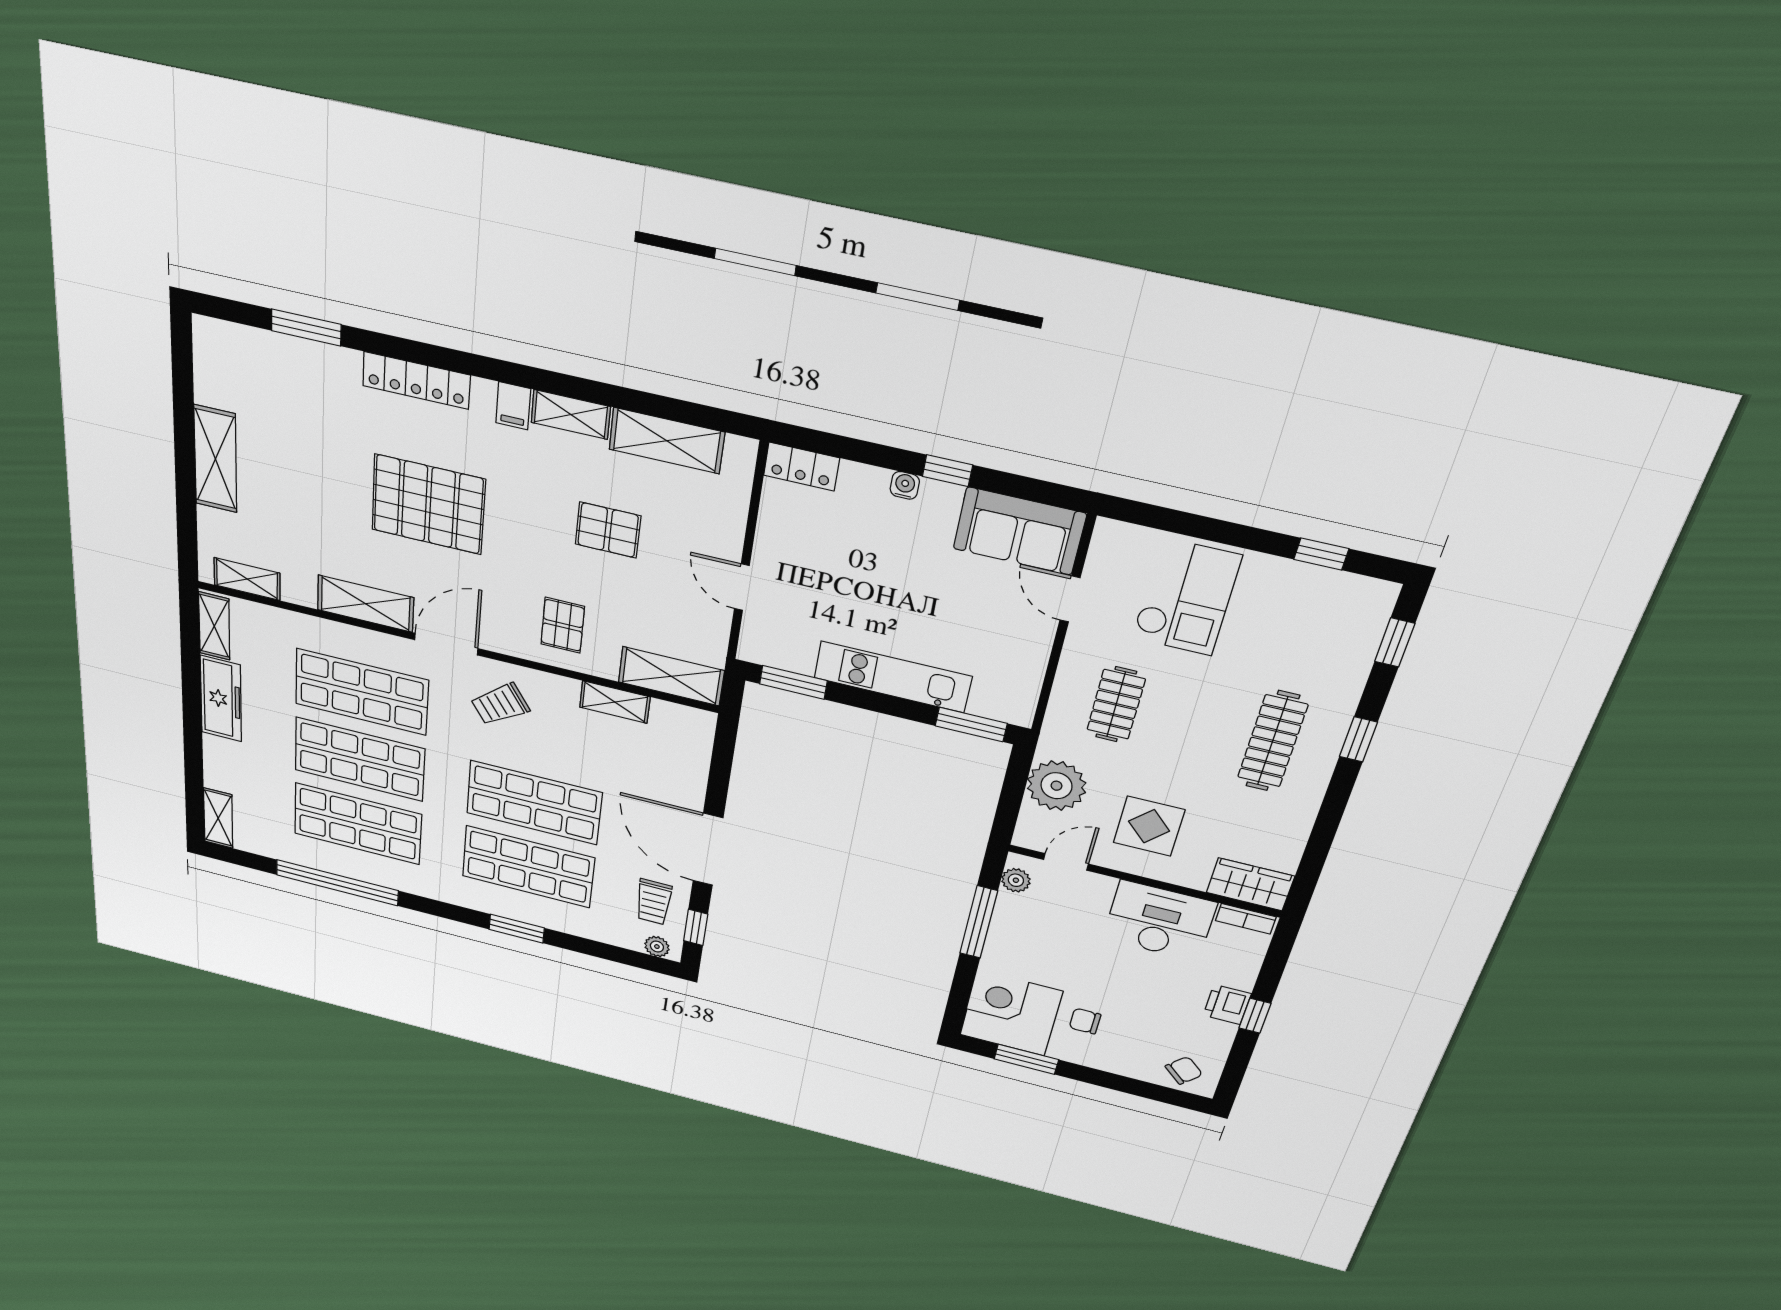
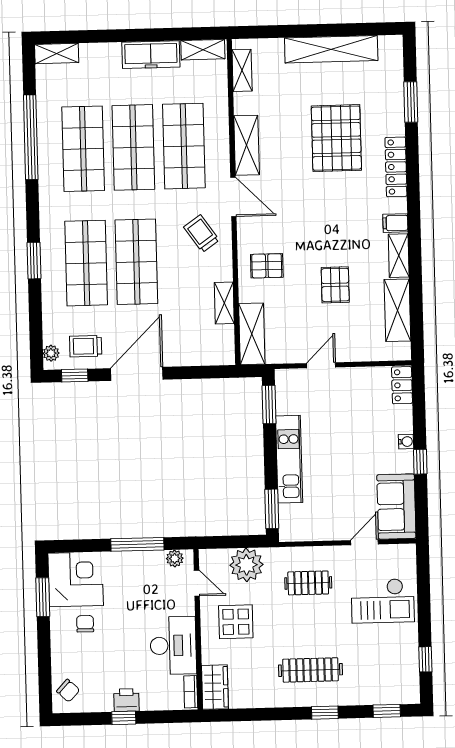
shelving: (215, 459) -> (331, 49), width x1.47
pallet: (428, 505) -> (336, 138), moved

